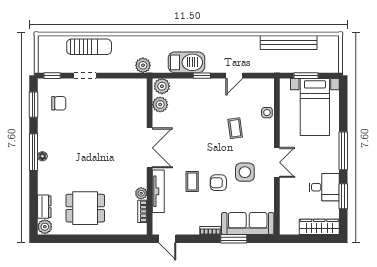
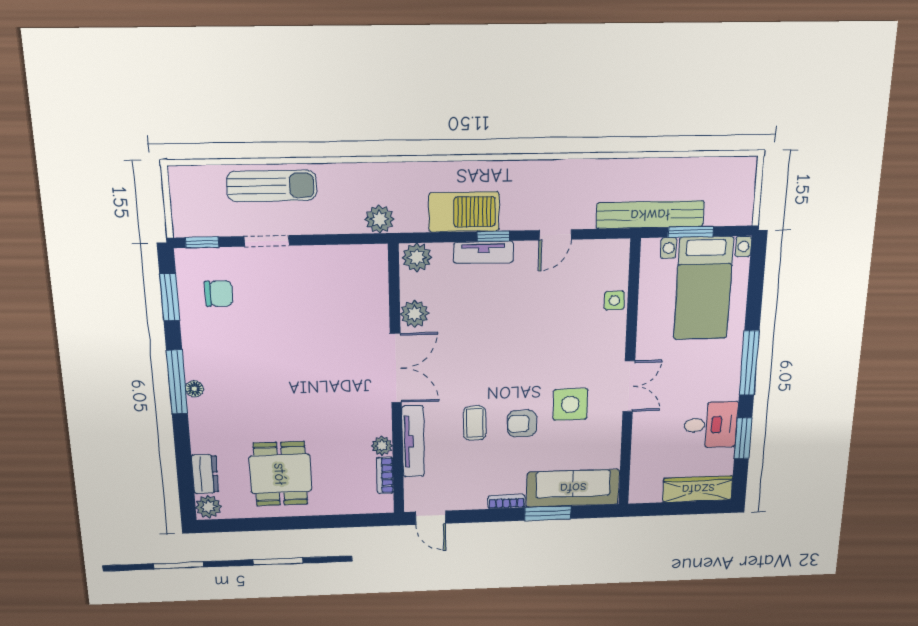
bench: (289, 43) -> (650, 215), moved
tv unit: (197, 84) -> (483, 252), added
plant: (160, 105) -> (414, 314), moved
coffee table: (235, 128) -> (555, 330), removed
dining table: (85, 208) -> (280, 474), turned 90

